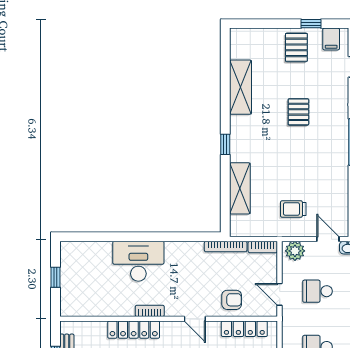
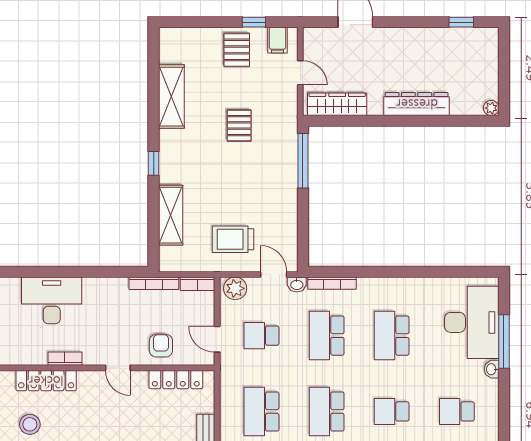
trolley: (293, 209) -> (233, 239), width x1.36, depth x1.39
armchair: (232, 300) -> (161, 346), turned -90

